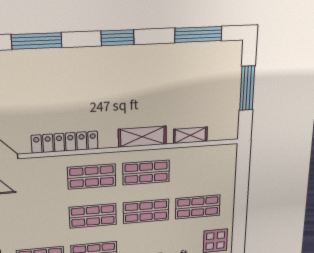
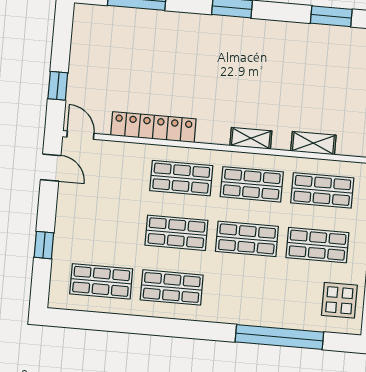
window: (198, 35) -> (331, 16), width x0.69
shelving: (142, 137) -> (251, 138), width x0.67, depth x0.75
shop shelf: (199, 168) -> (322, 190), added

